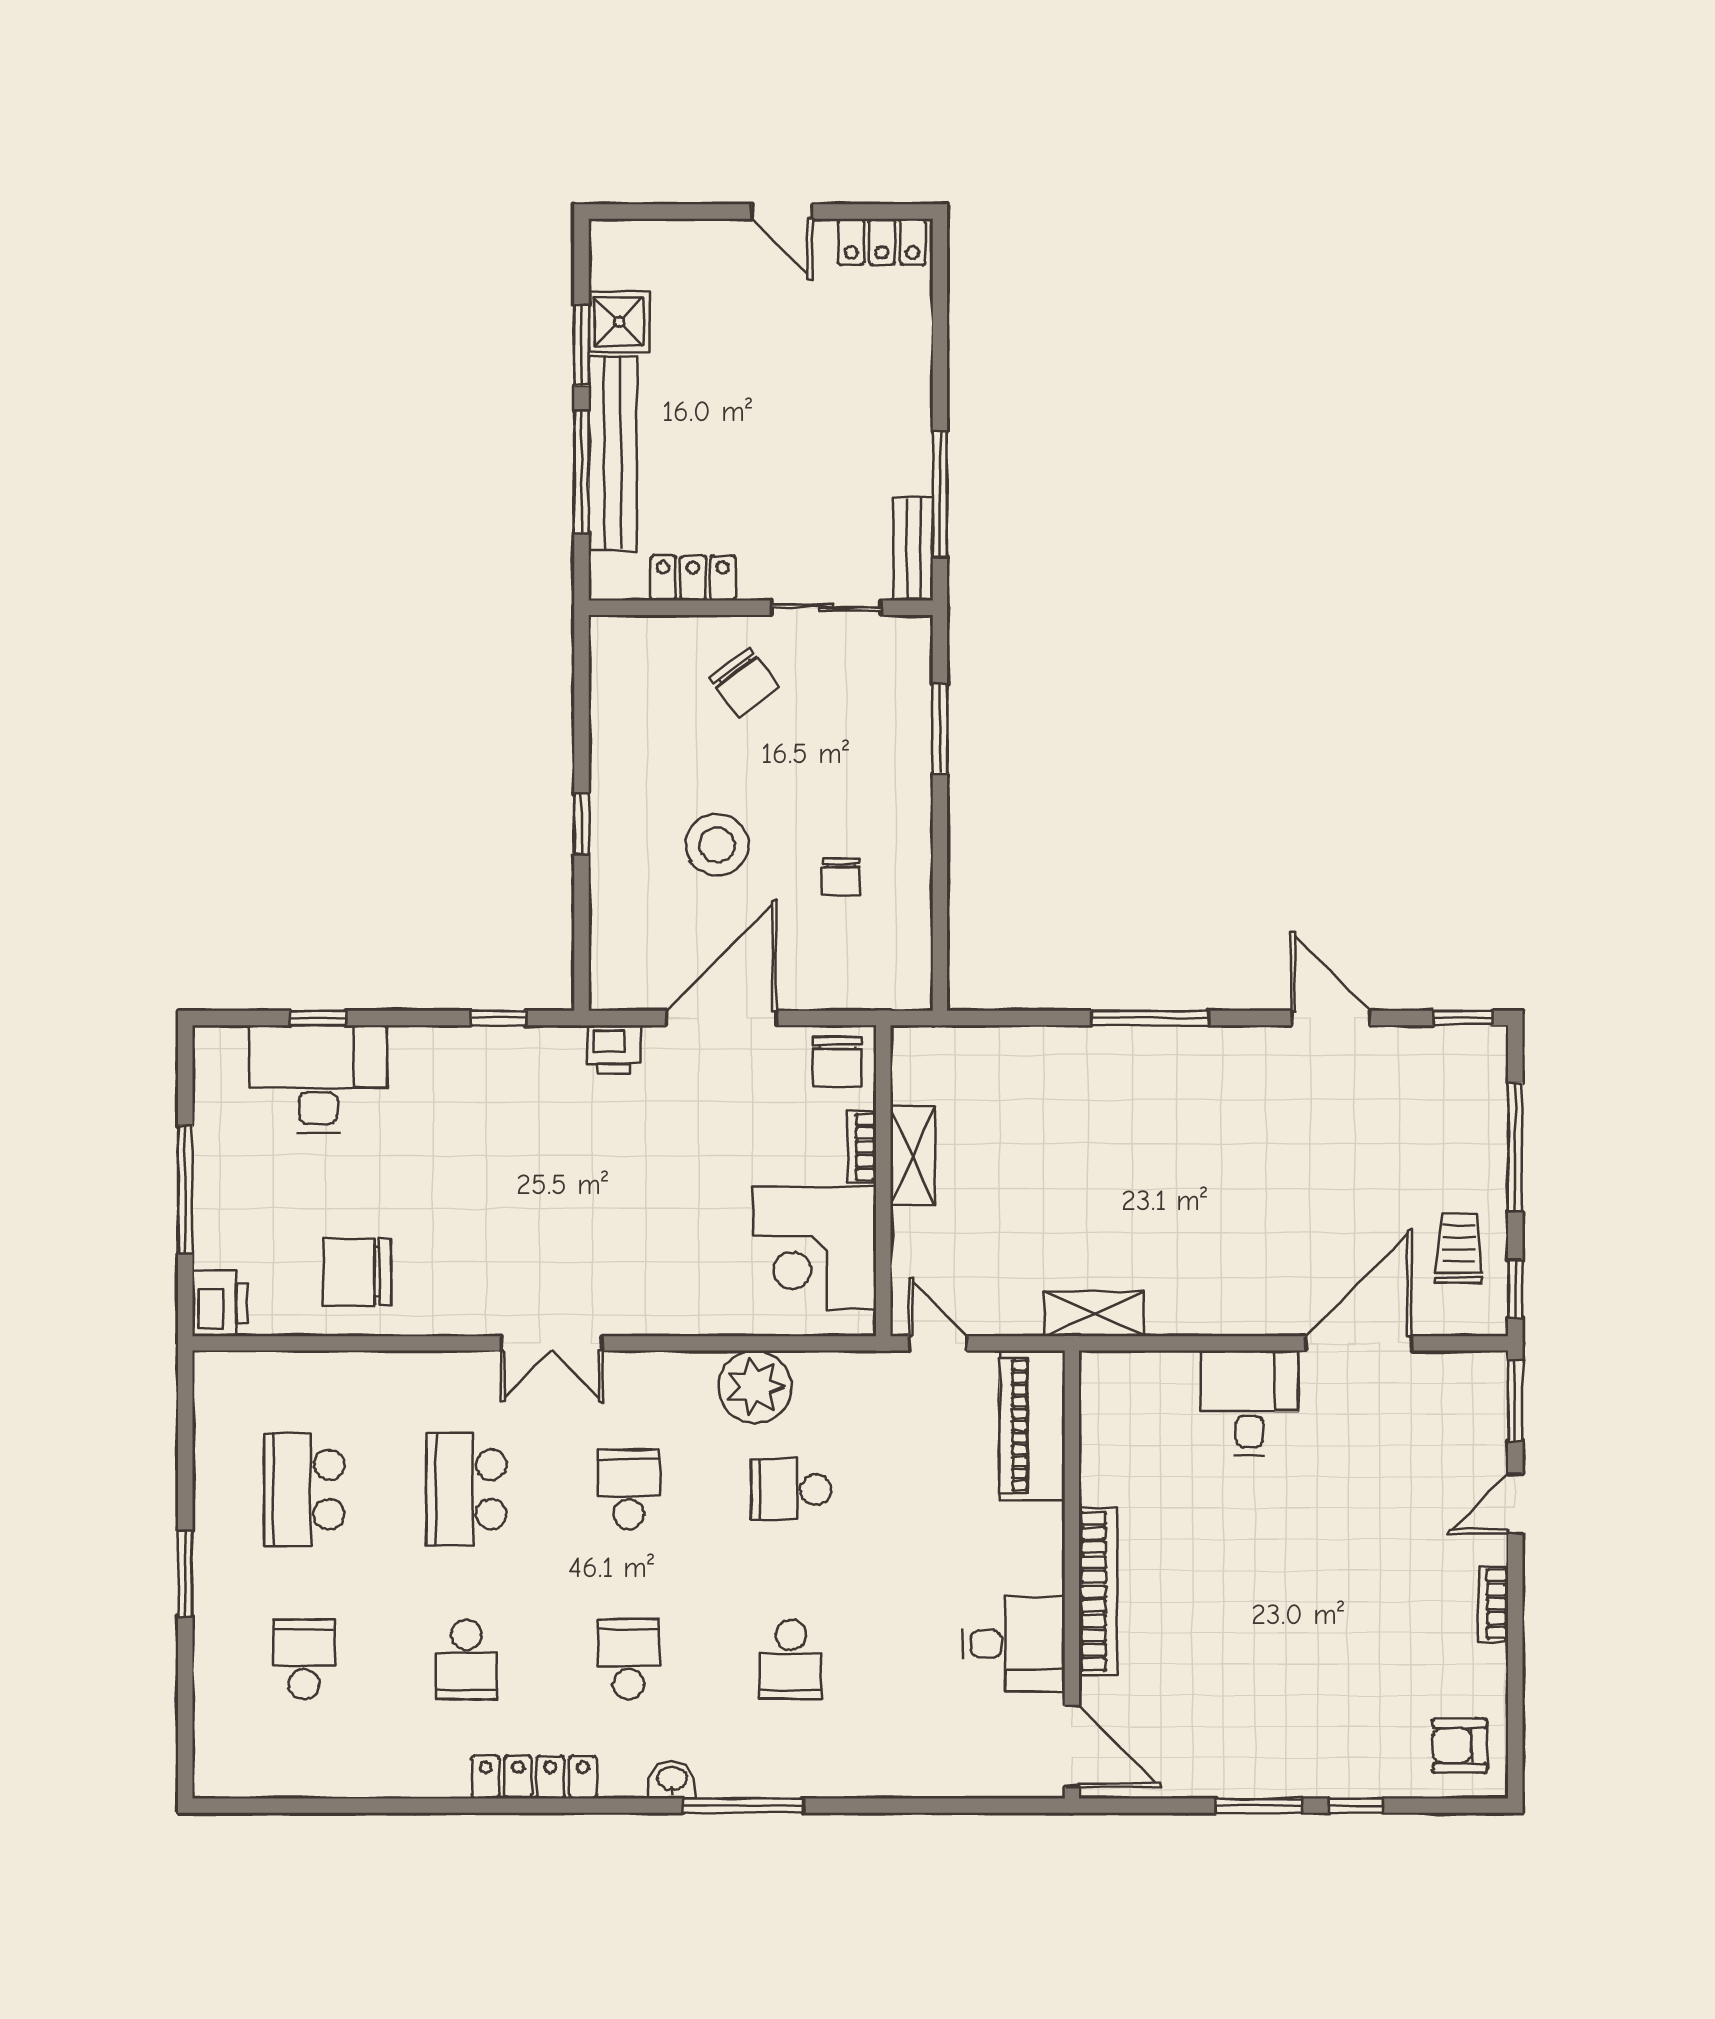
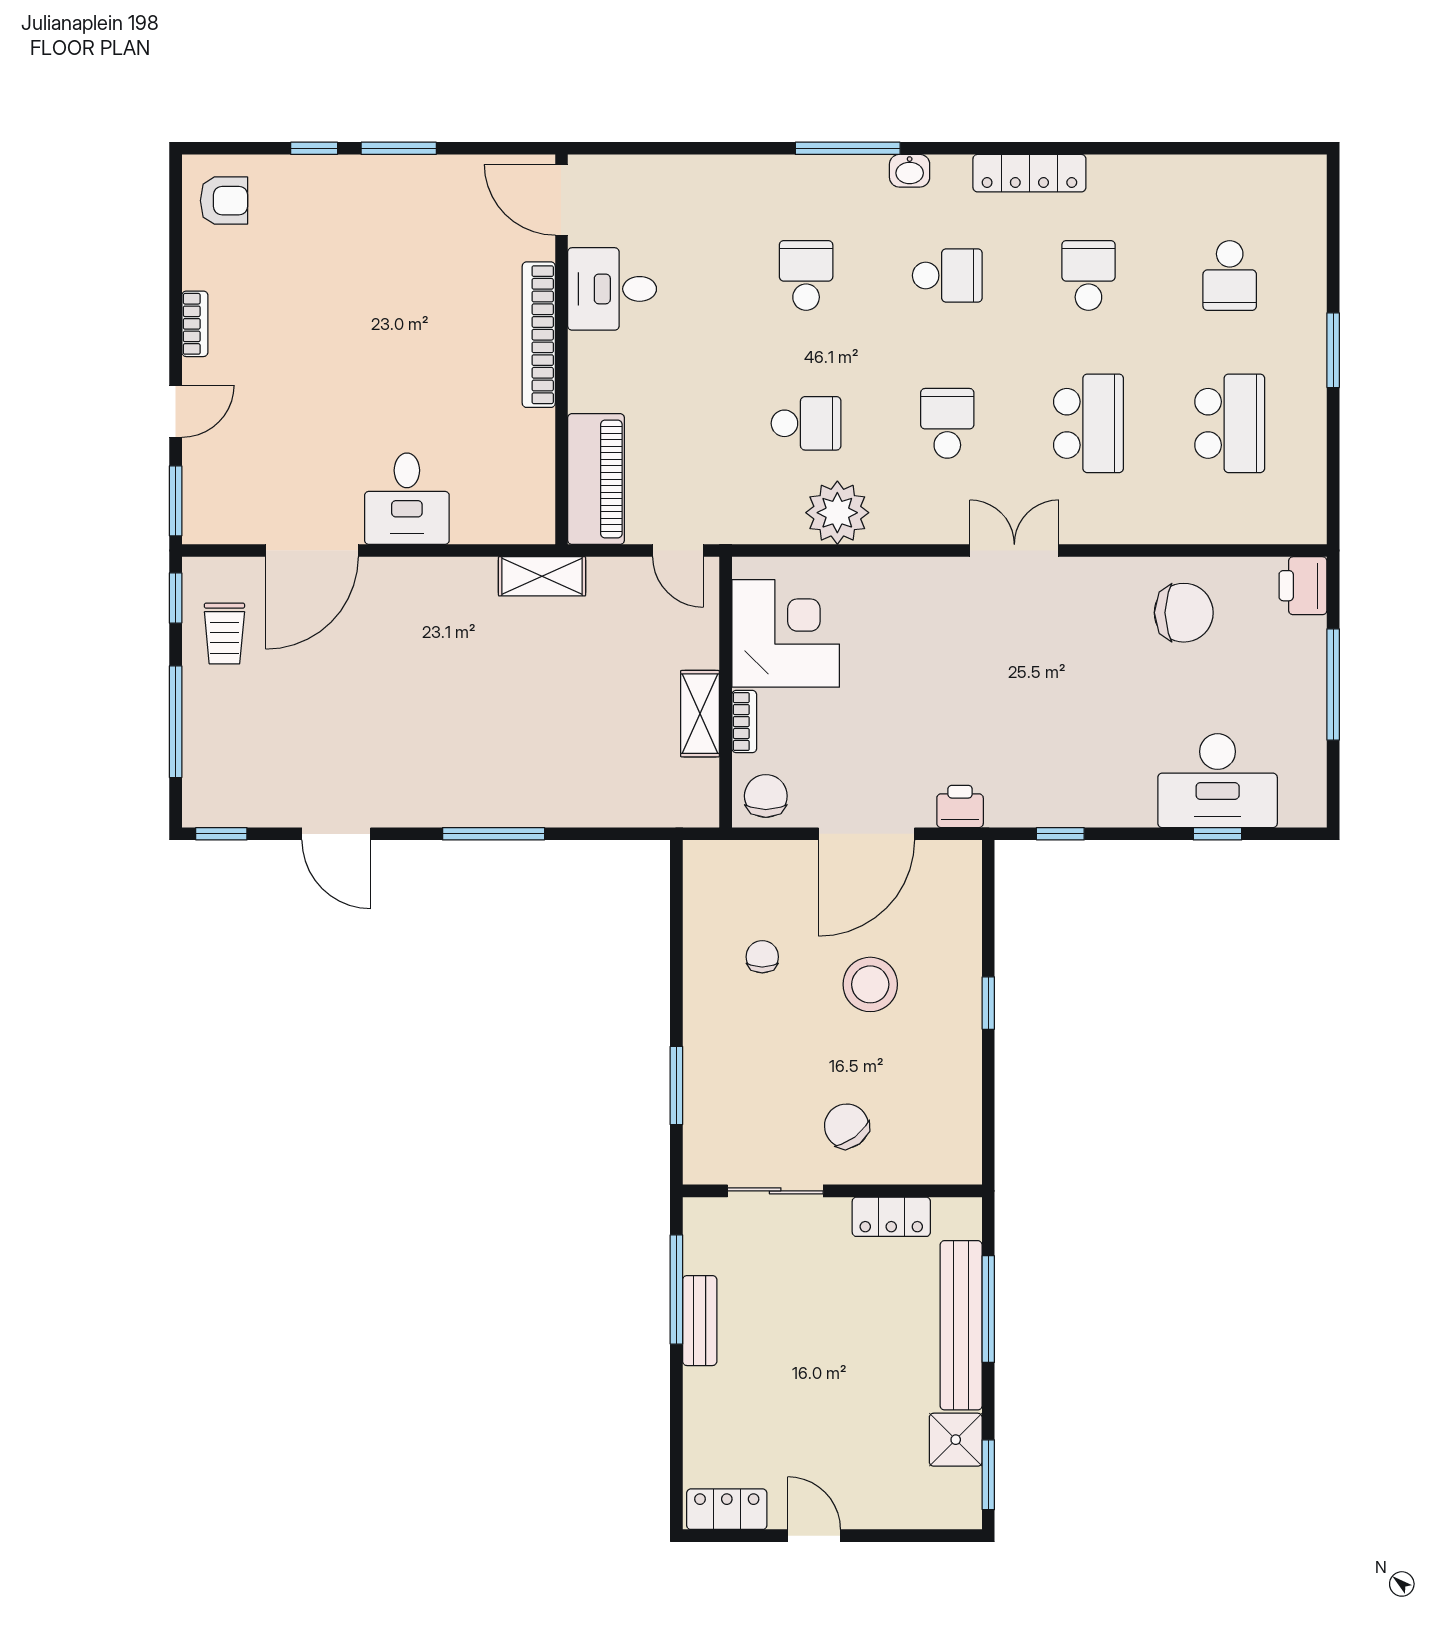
window: (581, 345) -> (988, 1475), moved
bench: (913, 549) -> (700, 1321), moved
school desk: (629, 1490) -> (947, 423), turned 180
school desk: (629, 1659) -> (947, 275), turned -90

